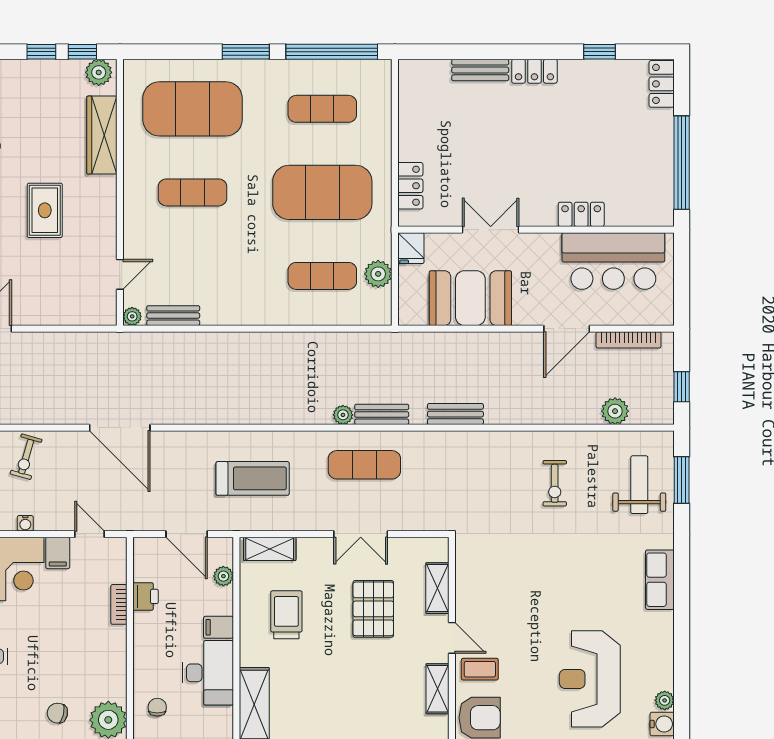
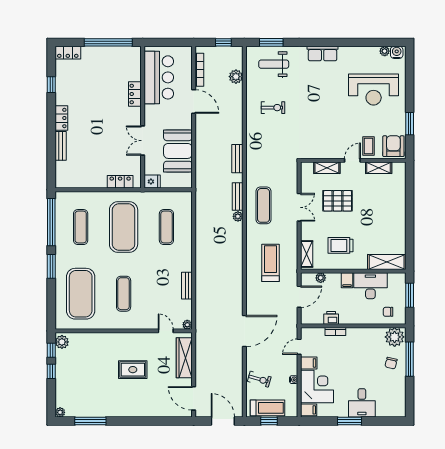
wardrobe: (102, 135) -> (184, 358), moved, turned 90
plant: (378, 274) -> (165, 198), removed
bench: (173, 316) -> (187, 286), moved

